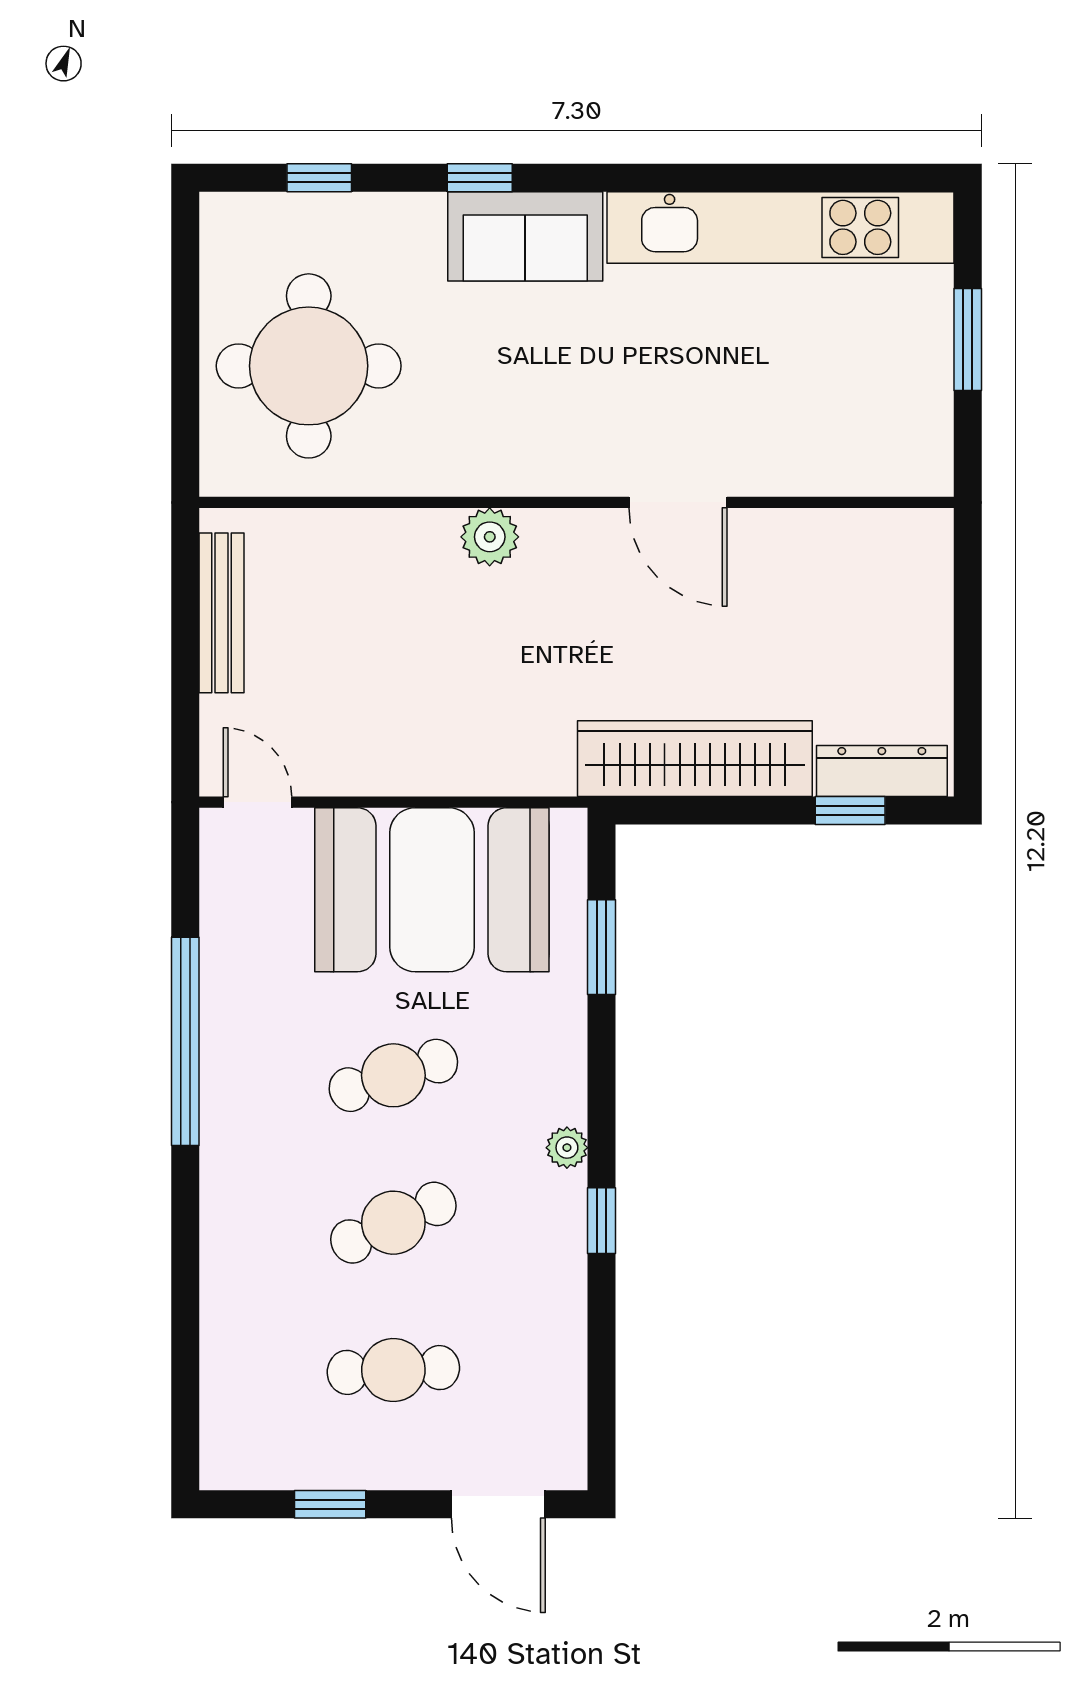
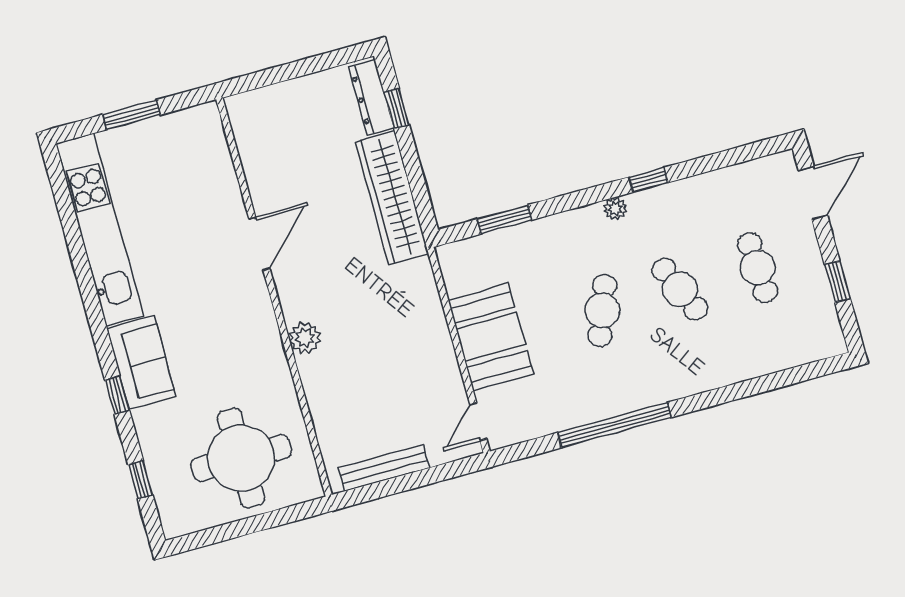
booth: (432, 890) -> (491, 337), width x0.73, depth x0.70
cafe table: (393, 1075) -> (602, 310), turned 39

